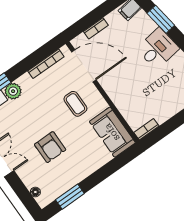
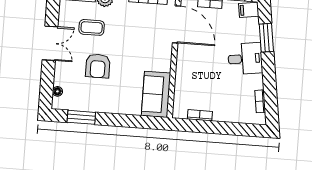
coffee table: (75, 104) -> (92, 27), moved, turned 90
bookcase: (146, 129) -> (200, 115), moved

